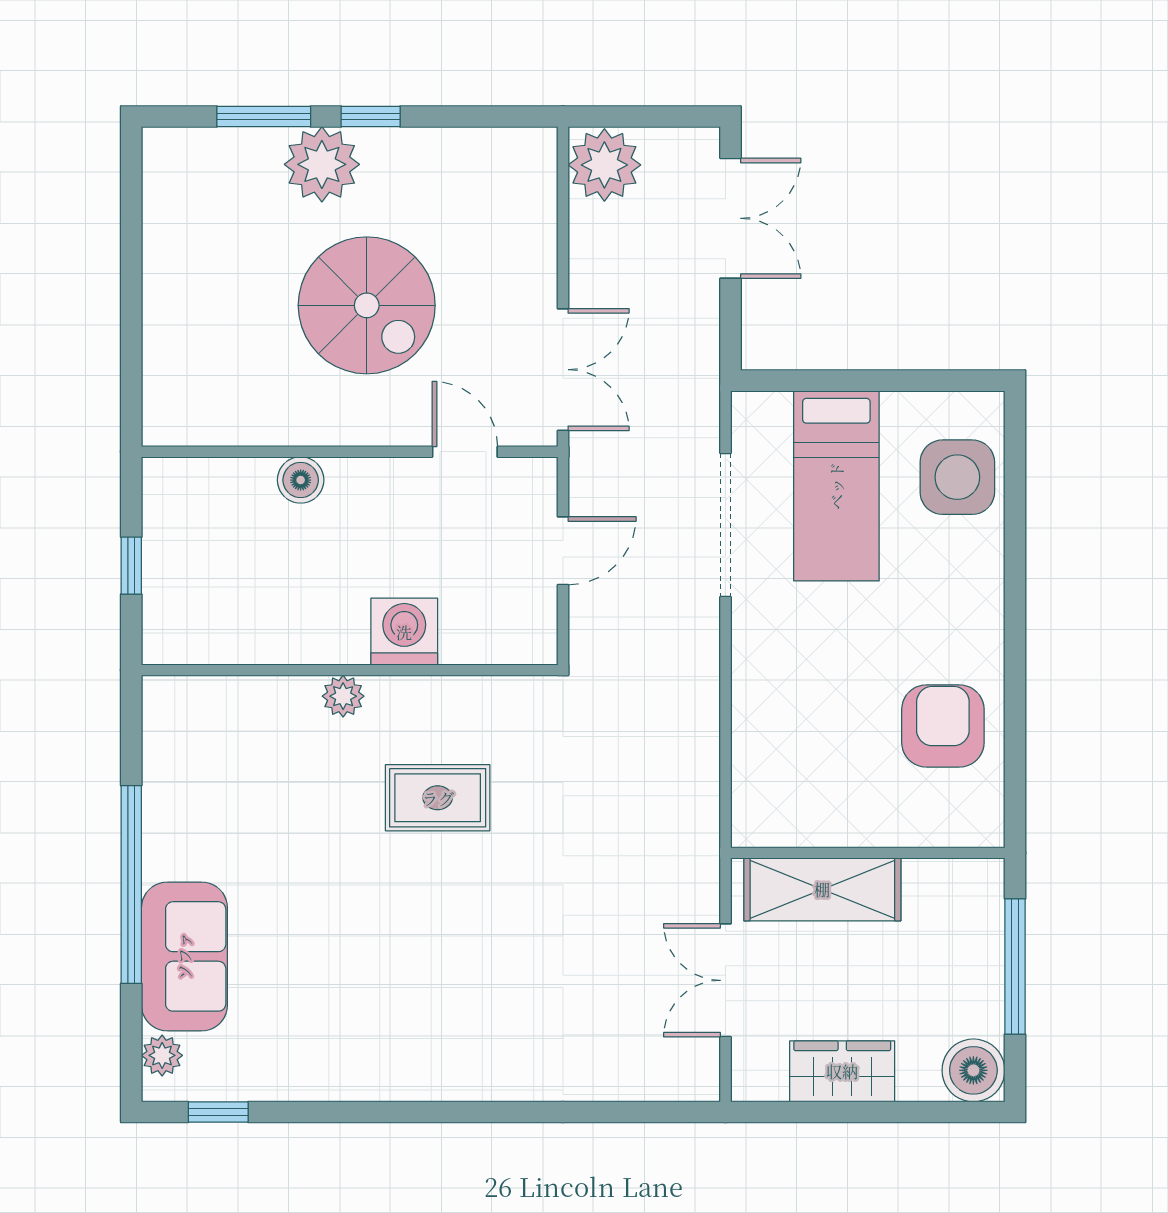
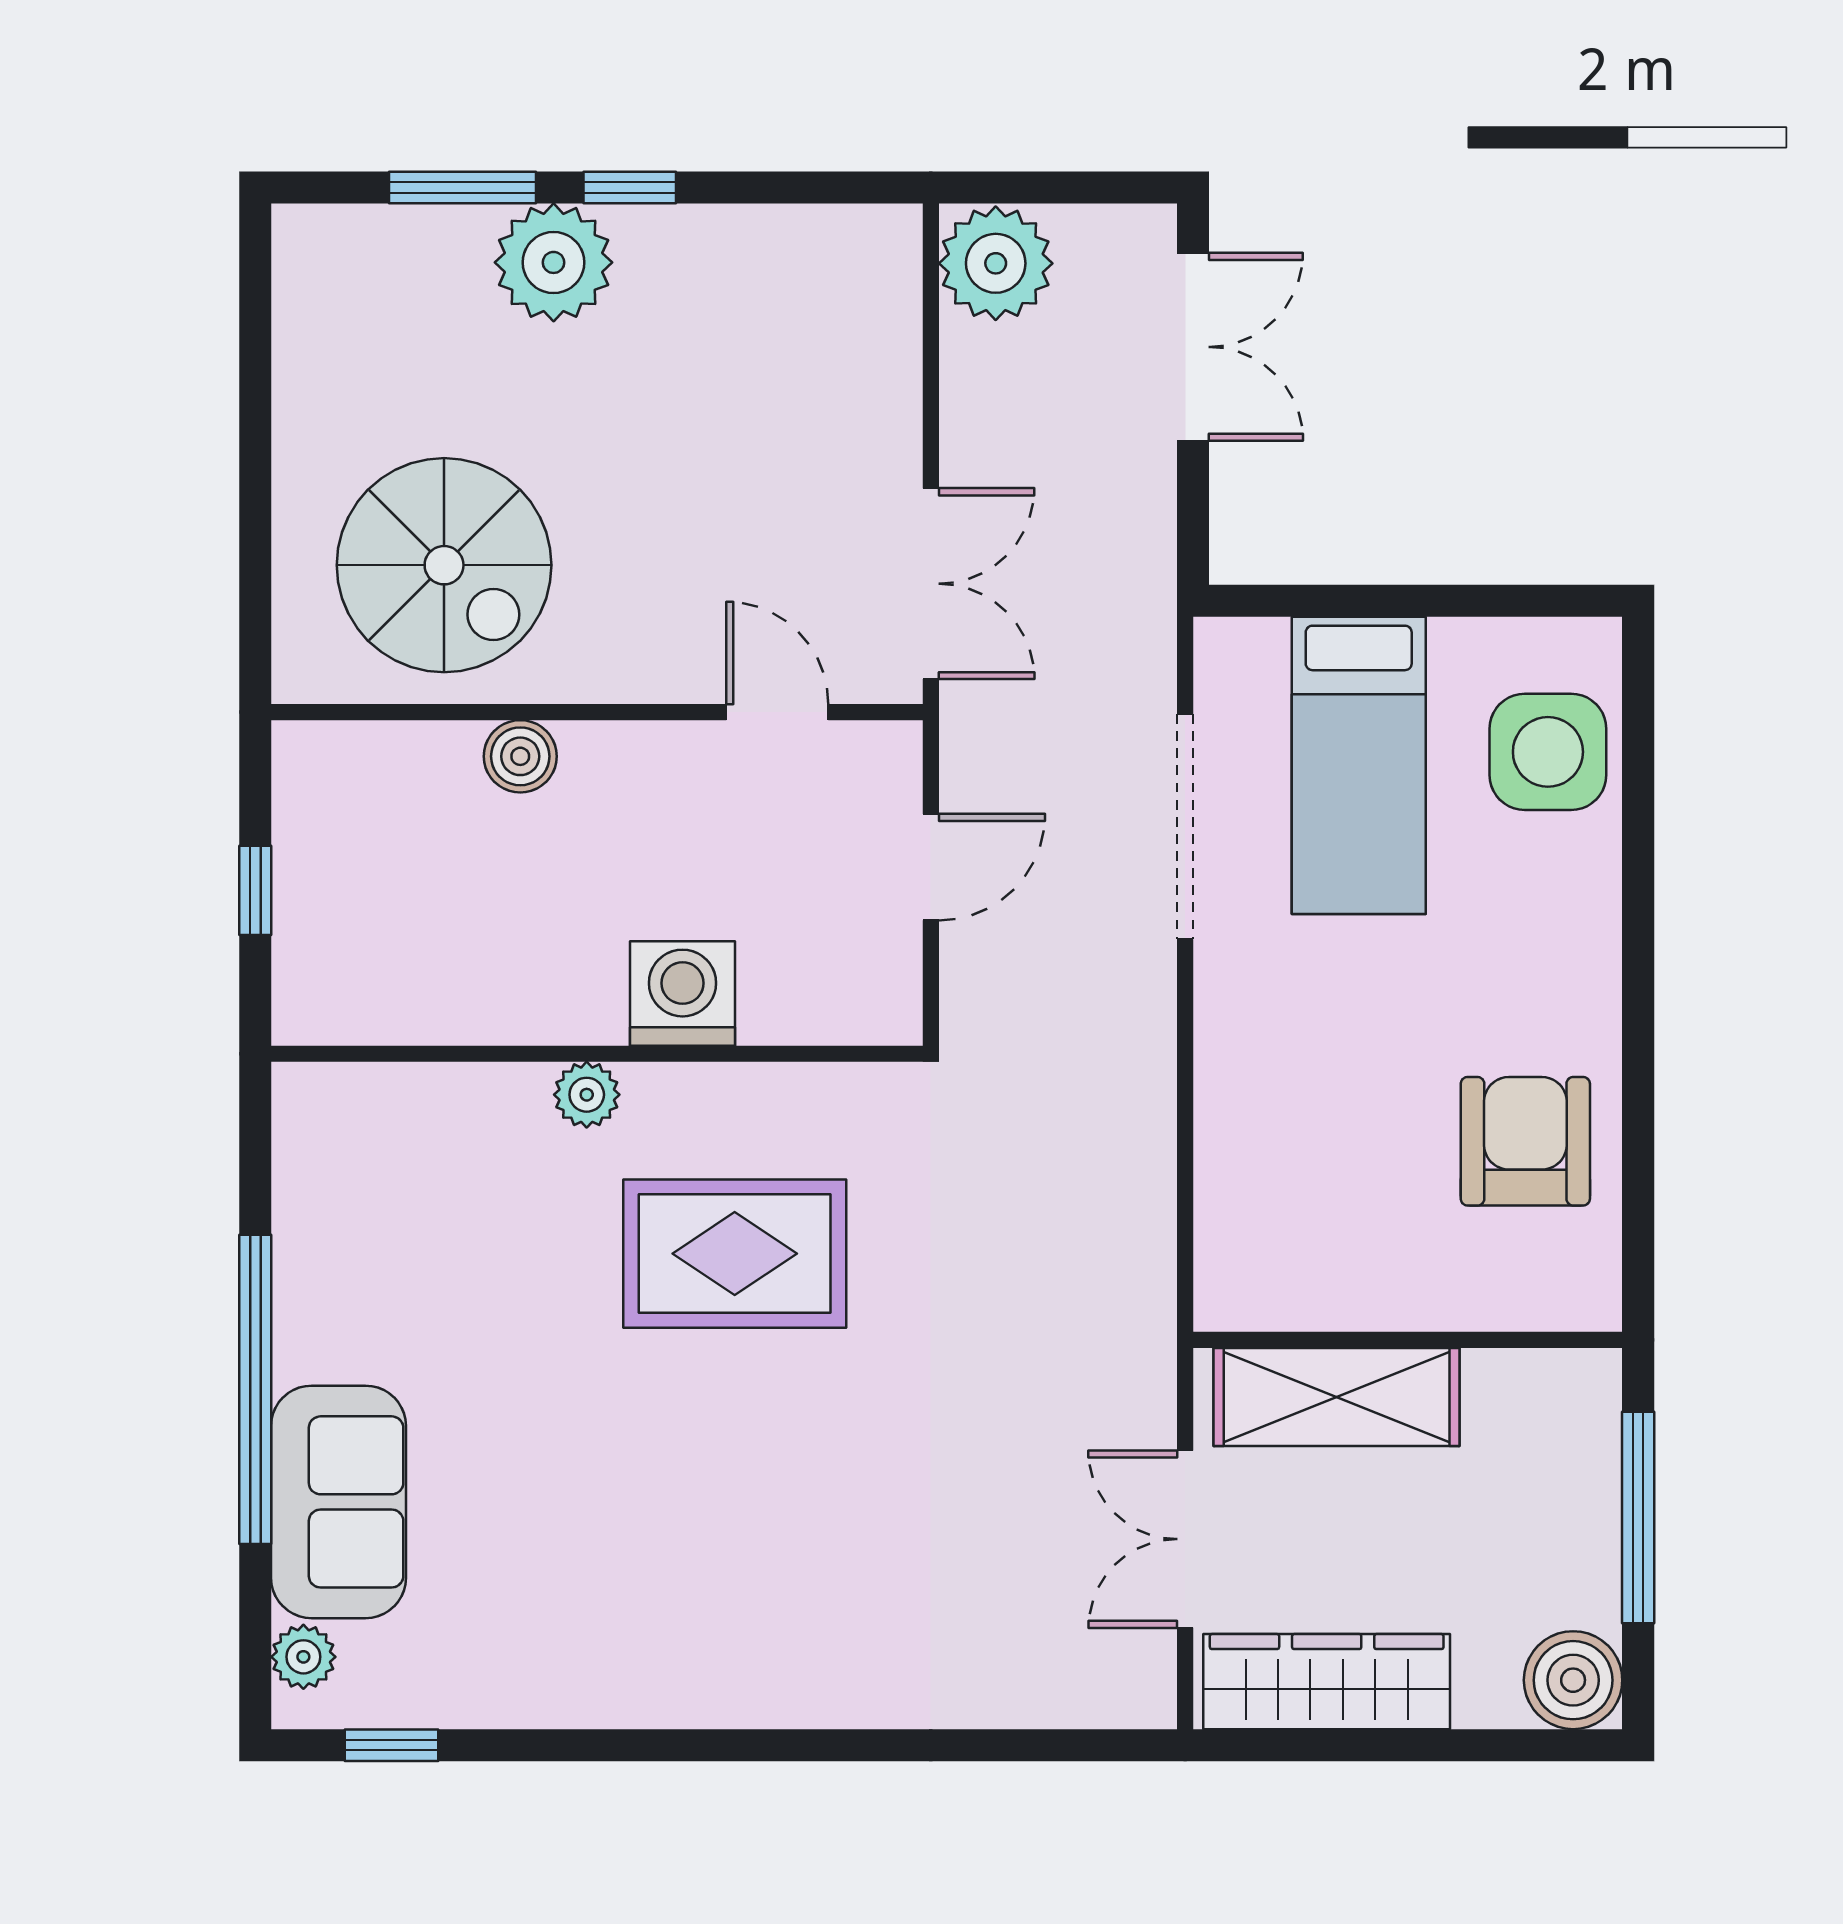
spiral stairs: (367, 305) -> (444, 565), moved
rug: (438, 798) -> (735, 1254), width x1.36, depth x1.43
wardrobe: (842, 1071) -> (1327, 1682), width x1.50

